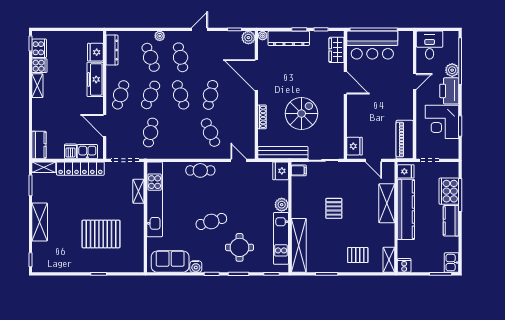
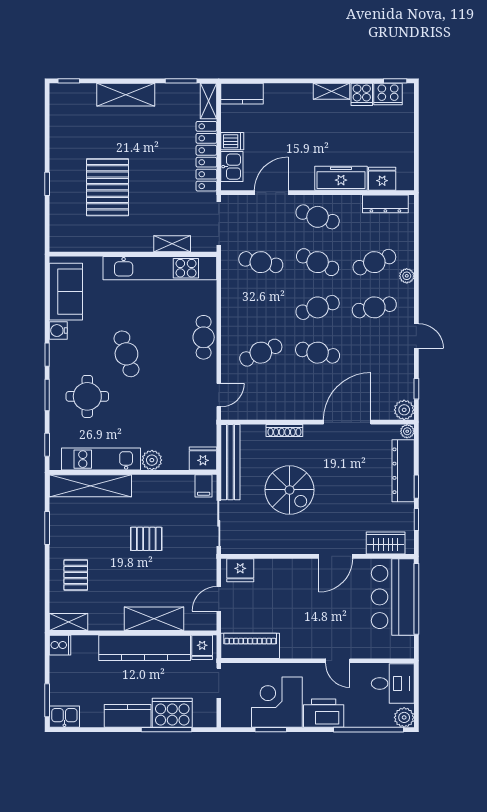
plant: (452, 70) -> (404, 717), moved

